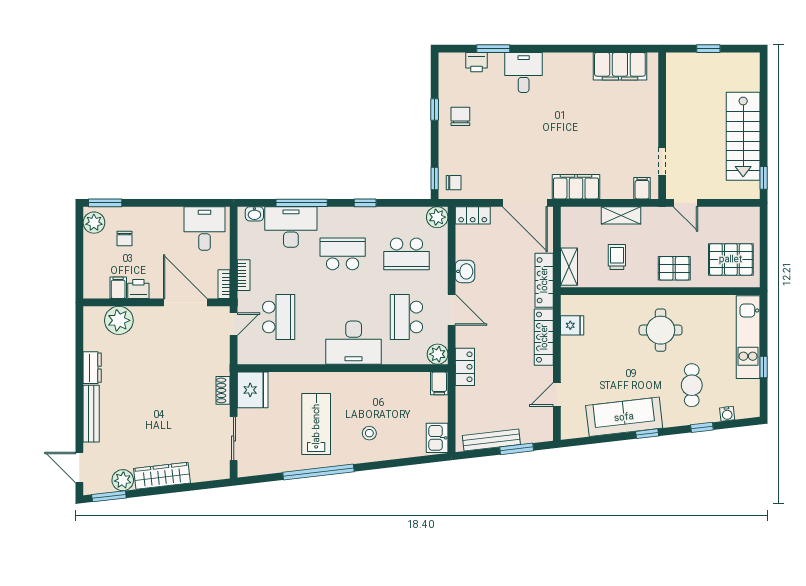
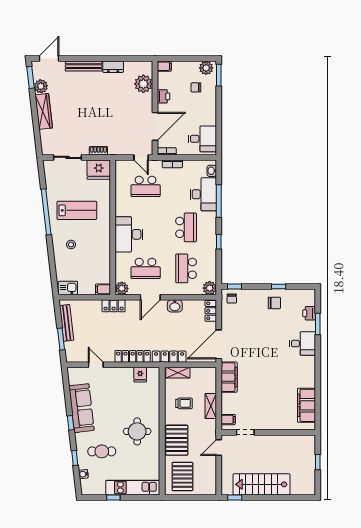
pallet: (674, 268) -> (177, 440), width x1.50, depth x1.42
filing cabinet: (118, 288) -> (164, 66), moved
school desk: (406, 317) -> (146, 268), turned 180

